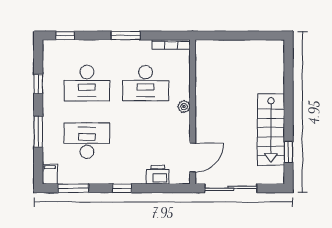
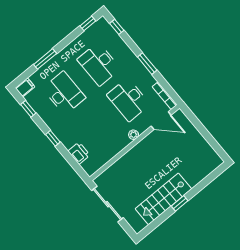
window: (38, 84) -> (88, 23), moved
window: (288, 152) -> (180, 203), moved
door: (193, 157) -> (161, 121), moved
window: (73, 188) -> (28, 109), width x0.67

